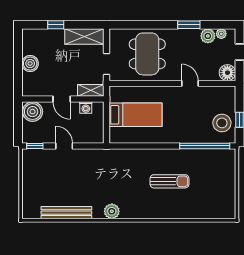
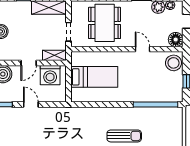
door: (62, 99) -> (29, 63), hinge flipped
washing machine: (86, 107) -> (50, 75), width x1.89, depth x1.89
stool: (222, 123) -> (173, 63), moved

